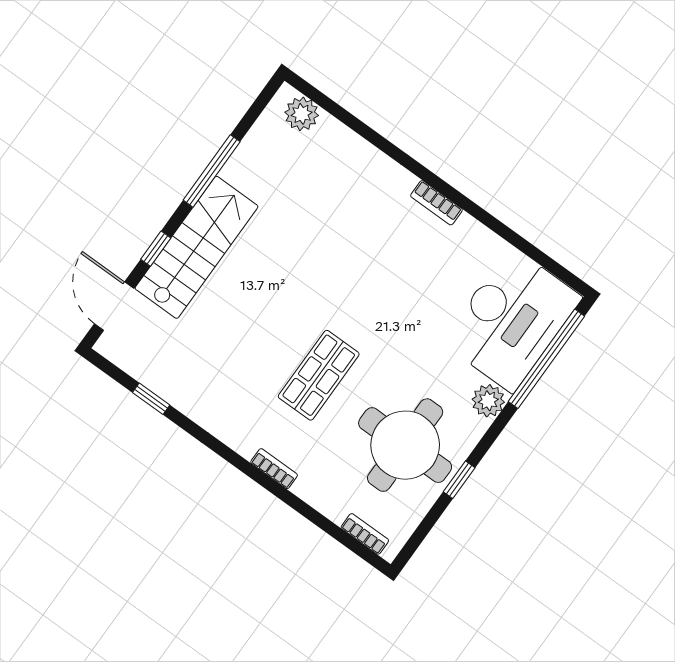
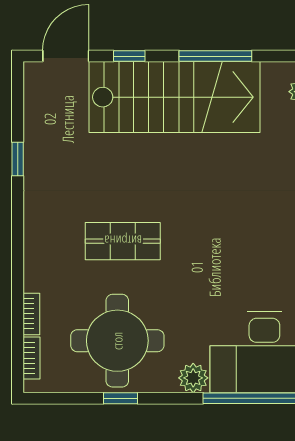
stairs: (197, 247) -> (174, 97), width x1.36, depth x1.51
window: (151, 399) -> (18, 159), moved
bookcase: (274, 469) -> (31, 314), moved

